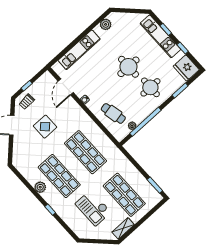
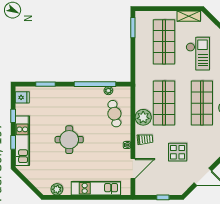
fridge: (186, 68) -> (22, 97), width x0.53, depth x0.75
round table: (150, 87) -> (67, 108), removed
trolley: (27, 102) -> (145, 139), moved
plant: (91, 129) -> (143, 117), added

